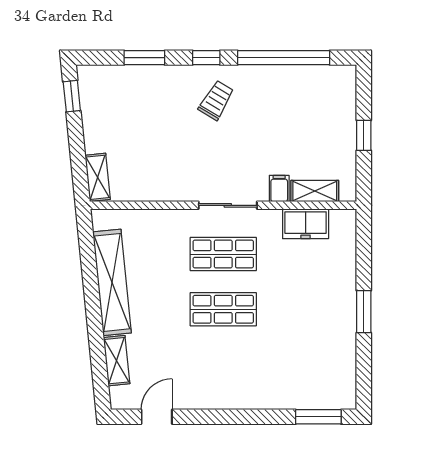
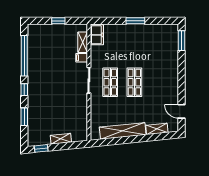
trolley: (216, 100) -> (43, 85), removed
shelving: (98, 177) -> (61, 139), moved
freezer: (306, 224) -> (97, 35), moved

